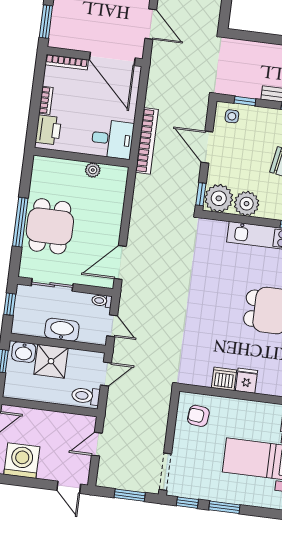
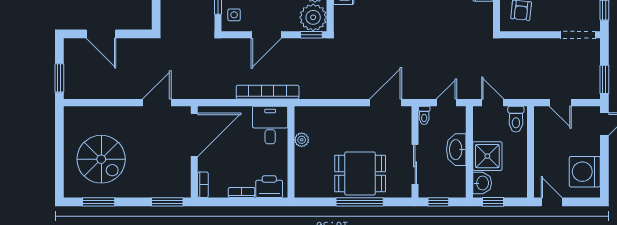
bookcase: (67, 62) -> (203, 185), width x0.64
door: (120, 262) -> (386, 103), swing flipped
window: (130, 495) -> (604, 79), moved

